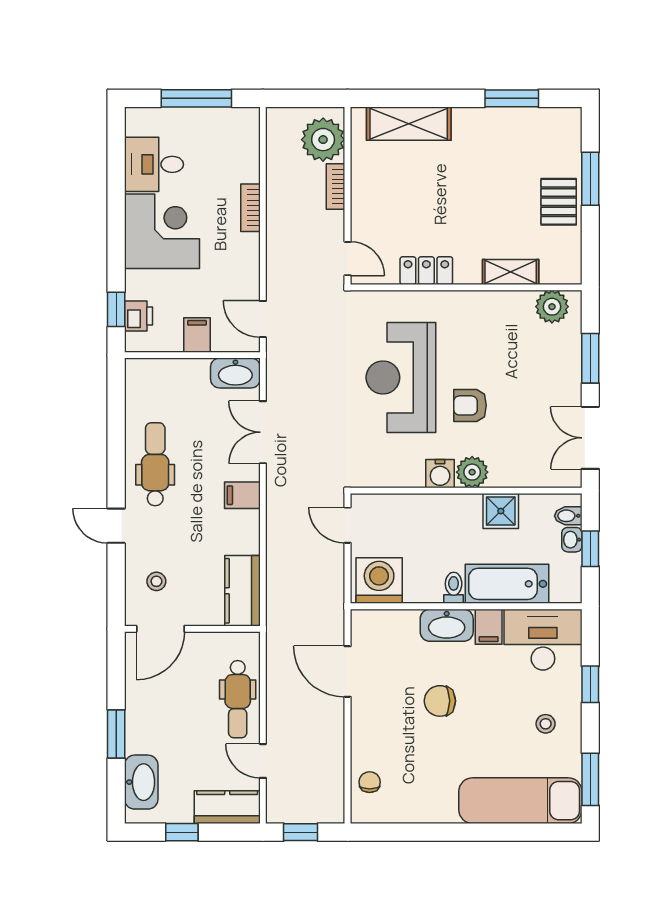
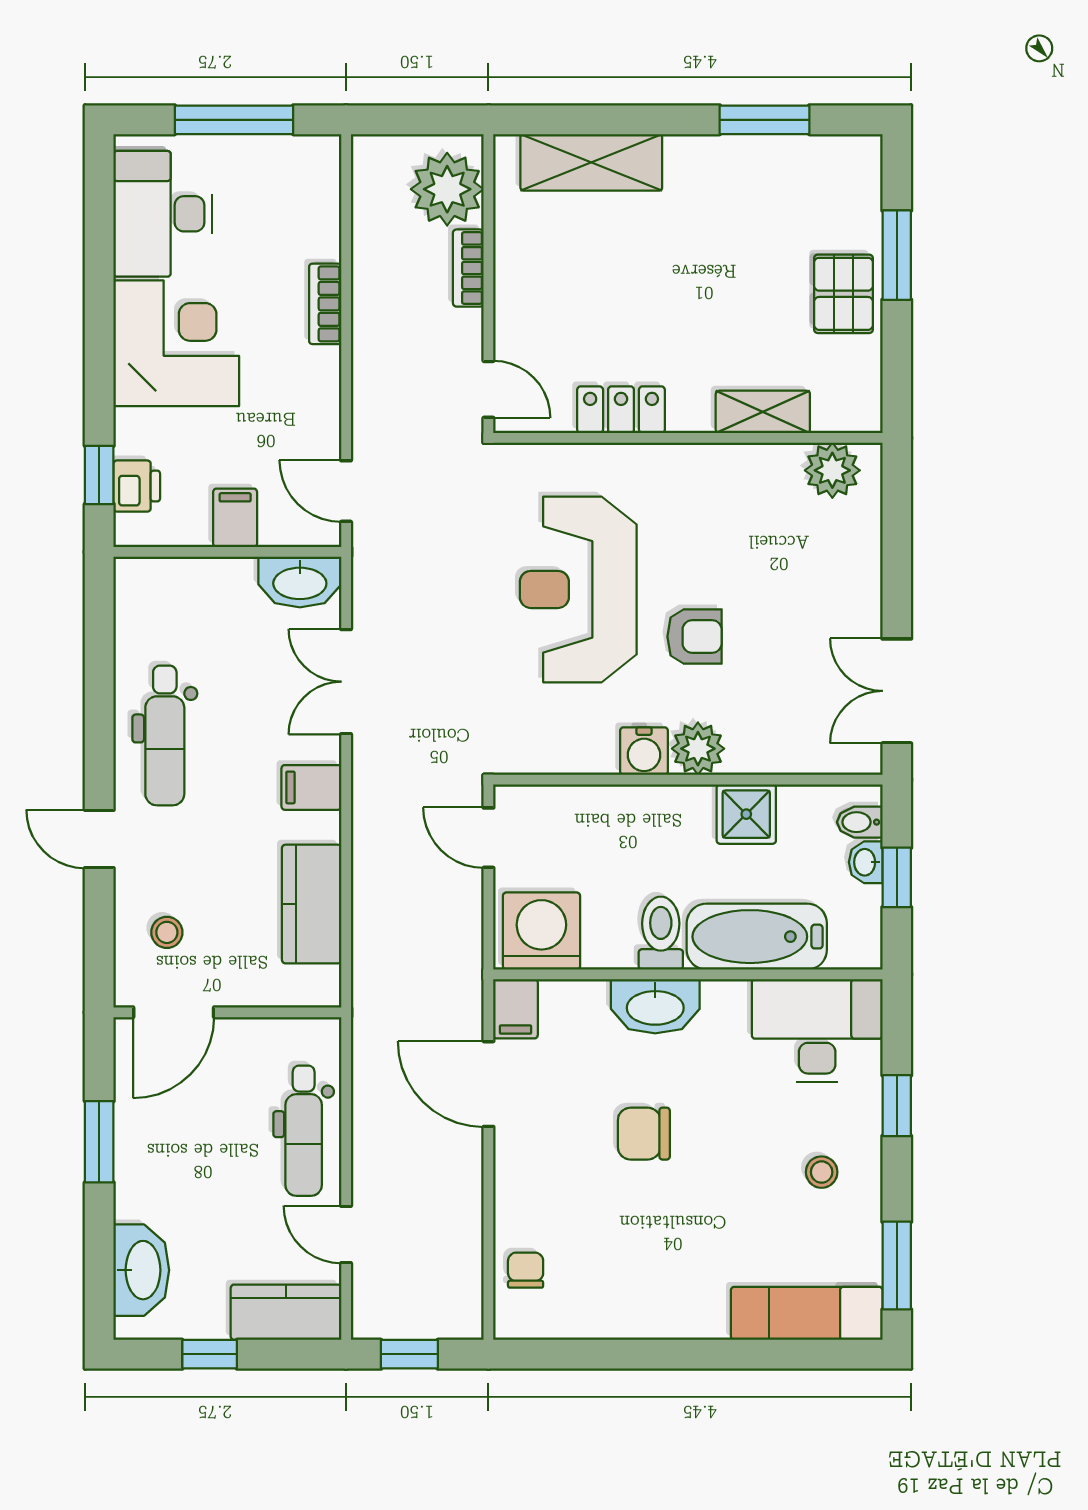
desk: (154, 164) -> (163, 214), width x1.37
window: (590, 358) -> (897, 557), removed
armchair: (470, 405) -> (694, 637), turned 180
dental chair: (155, 464) -> (165, 735), turned 180
toilet: (454, 588) -> (661, 933), width x1.37, depth x1.39
kitchen counter: (242, 591) -> (312, 904), moved
filing cabinet: (489, 627) -> (515, 1009), moved
window: (116, 734) -> (99, 1142), moved
exam couch: (520, 801) -> (807, 1313), width x0.73, depth x0.69

